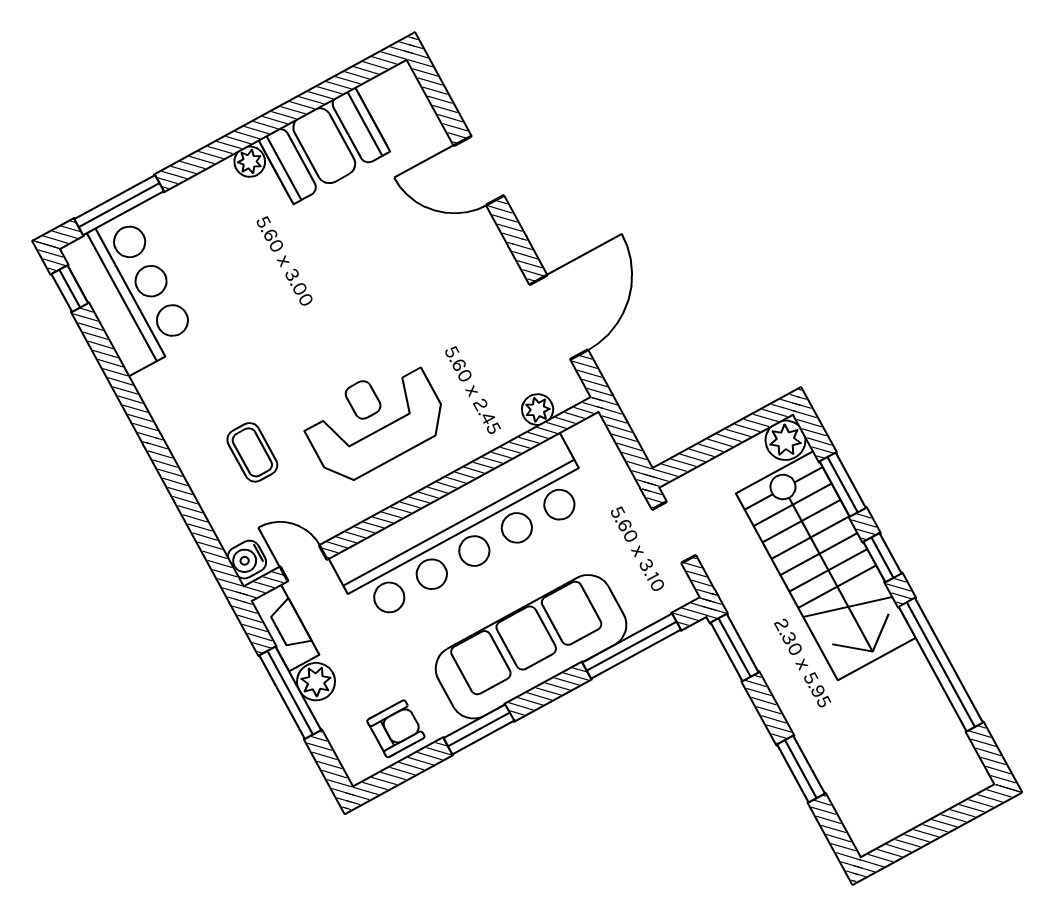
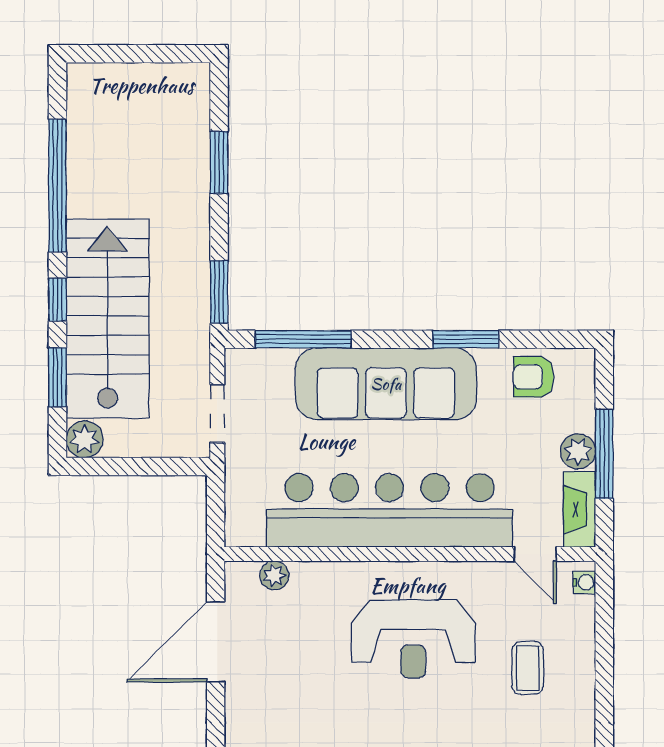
water cooler: (247, 560) -> (584, 582), width x0.72, depth x0.72

